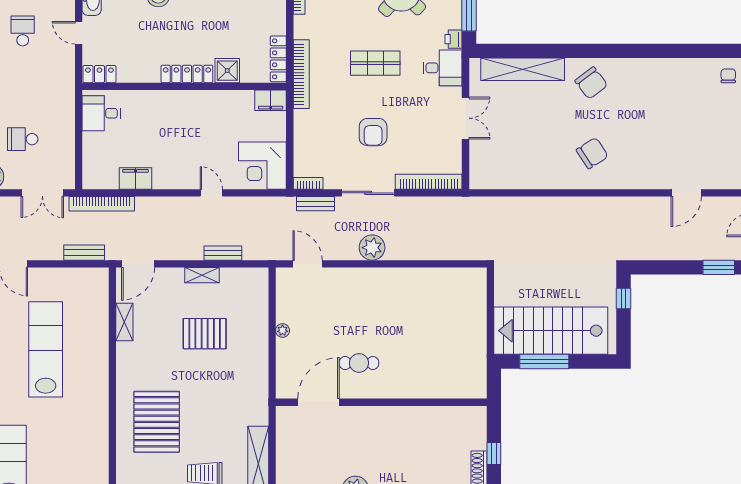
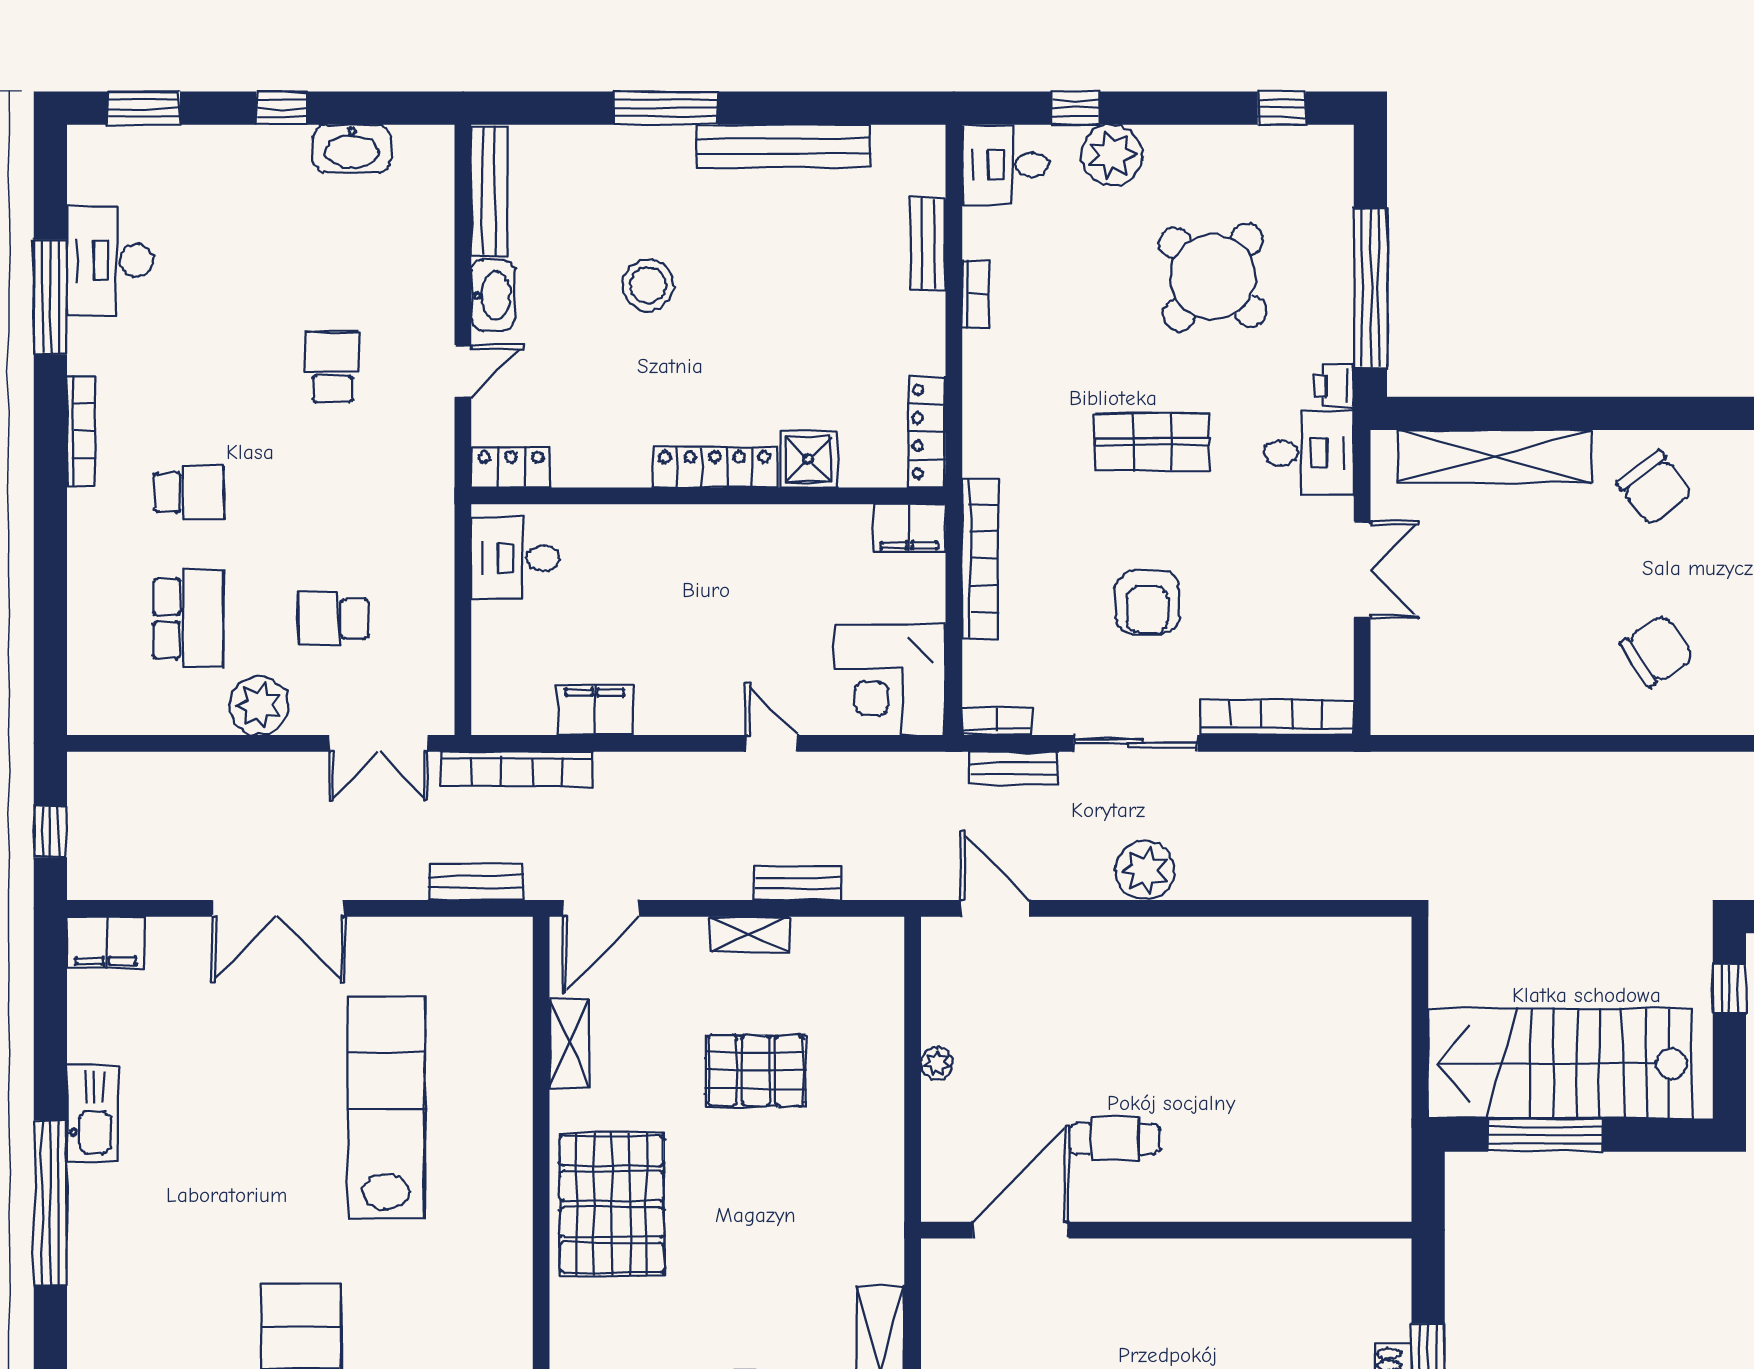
door: (79, 33) -> (463, 371), swing flipped
bookcase: (301, 74) -> (980, 559), moved
pallet: (157, 422) -> (612, 1204), moved

